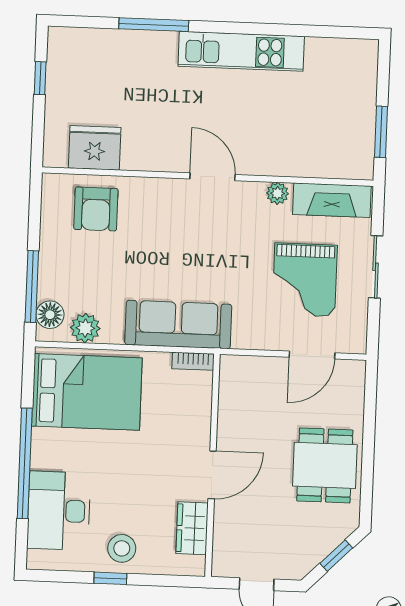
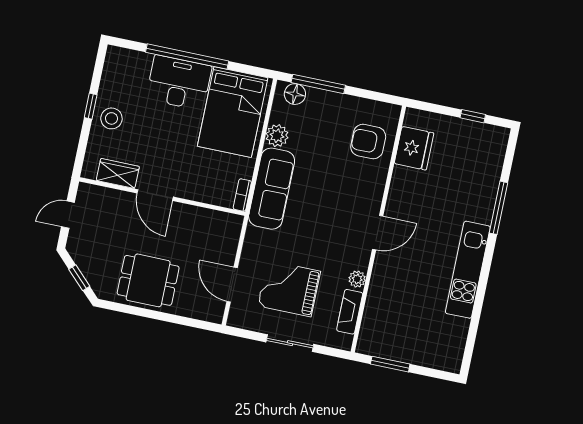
fireplace: (332, 200) -> (350, 312), width x0.73, depth x0.76
plant: (85, 328) -> (277, 136), moved
desk: (59, 511) -> (179, 83), moved

